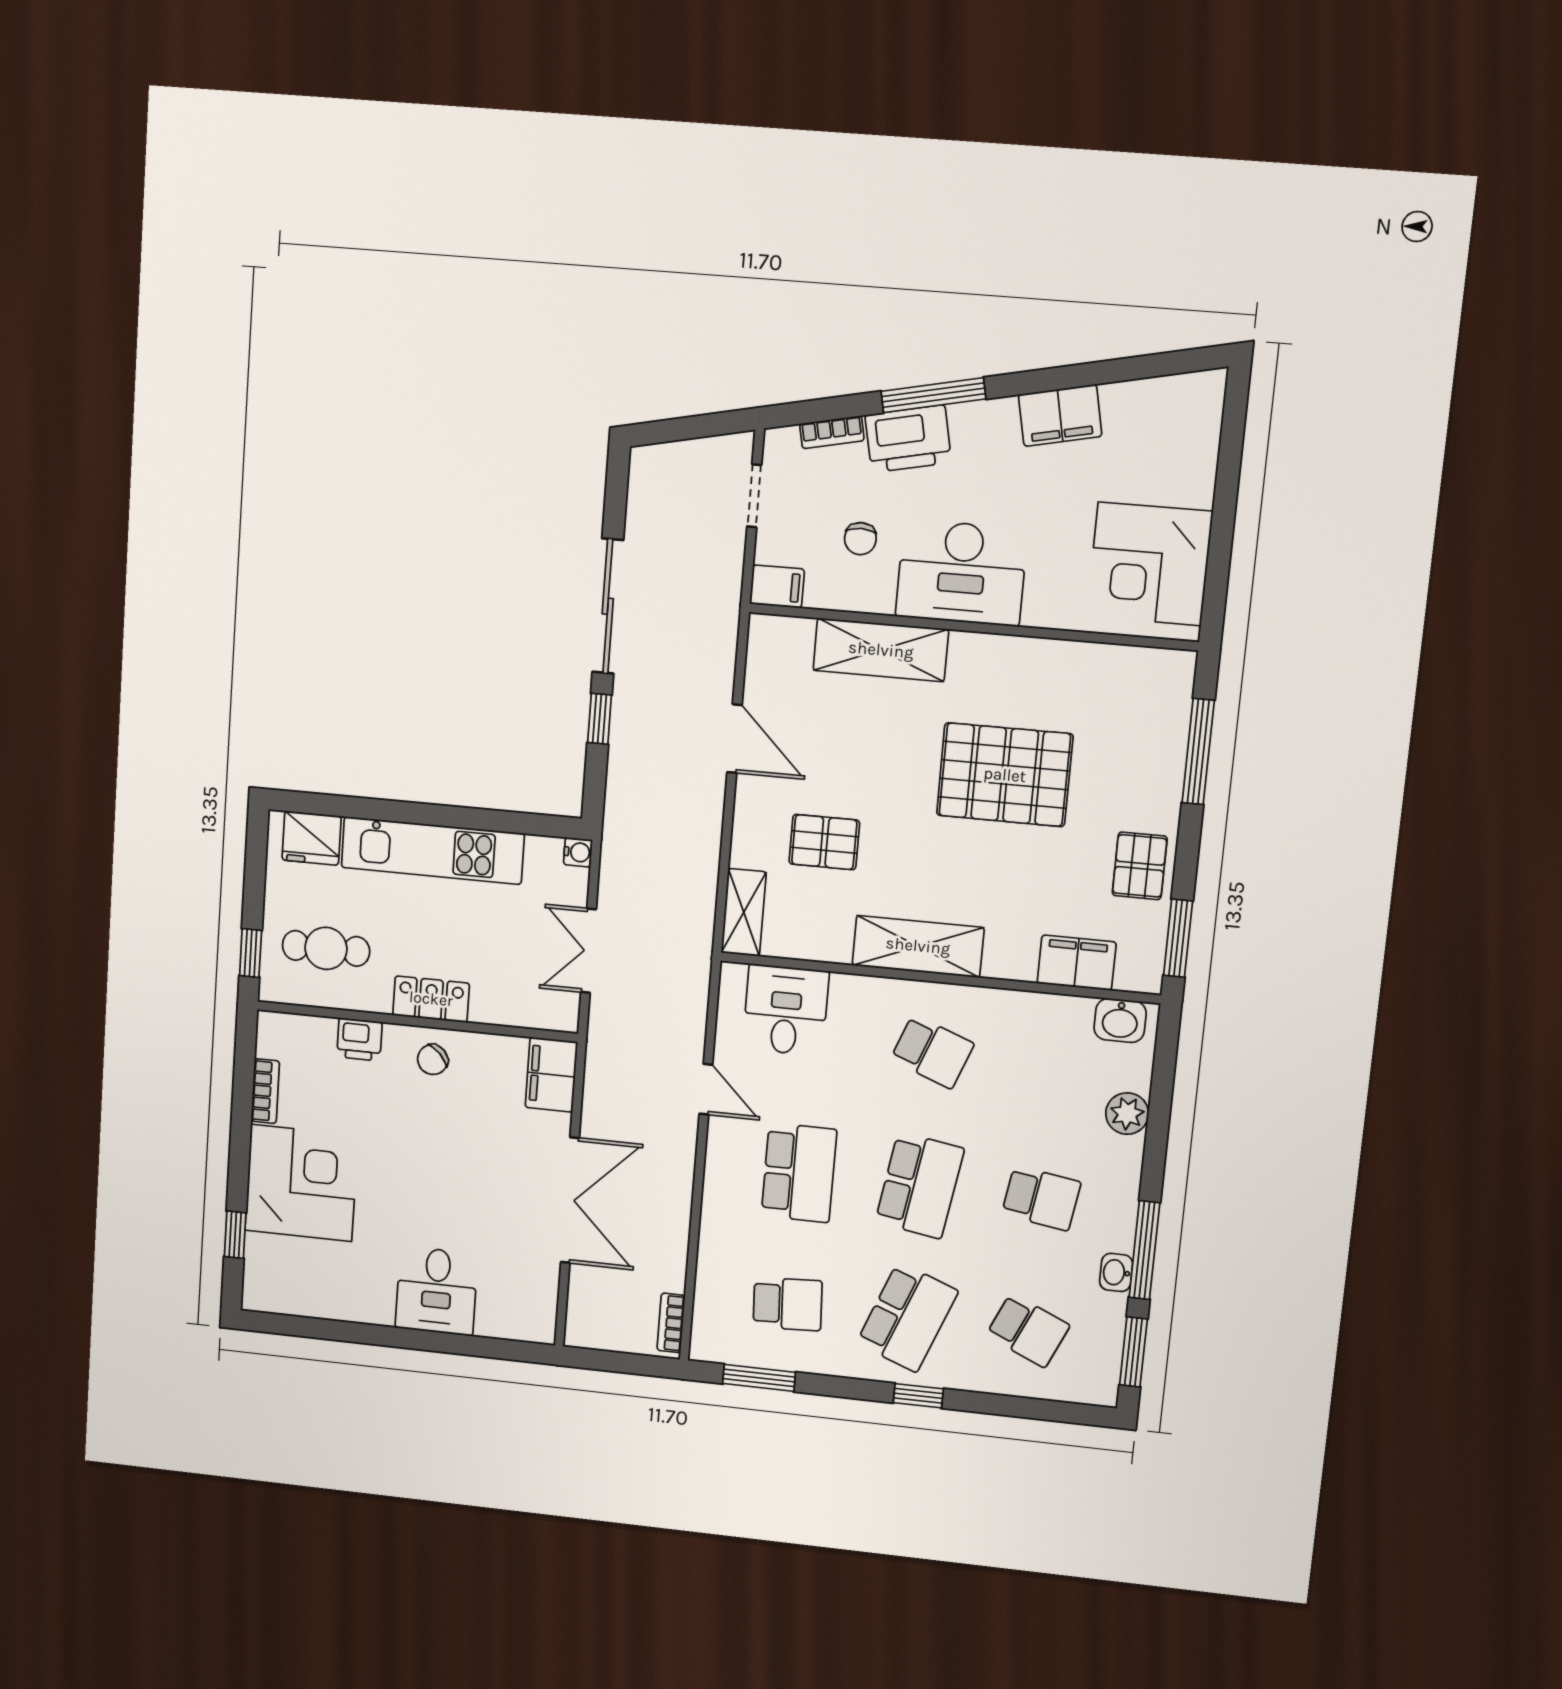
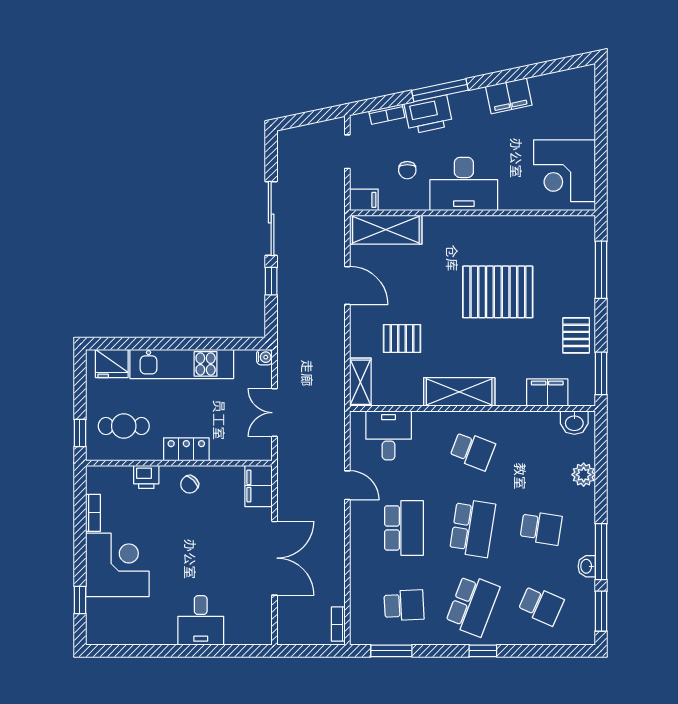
shelving: (881, 650) -> (386, 230), moved

